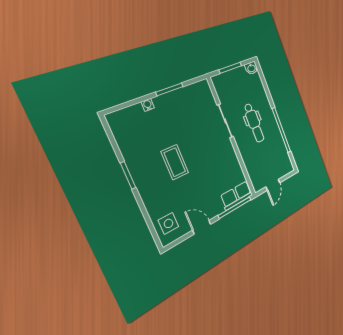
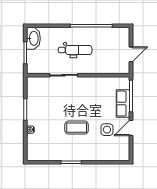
washbasin: (251, 68) -> (33, 38), width x1.91, depth x1.45
door: (273, 185) -> (131, 54), hinge flipped
row of seats: (237, 195) -> (123, 104), moved
side table: (168, 223) -> (107, 130), moved

